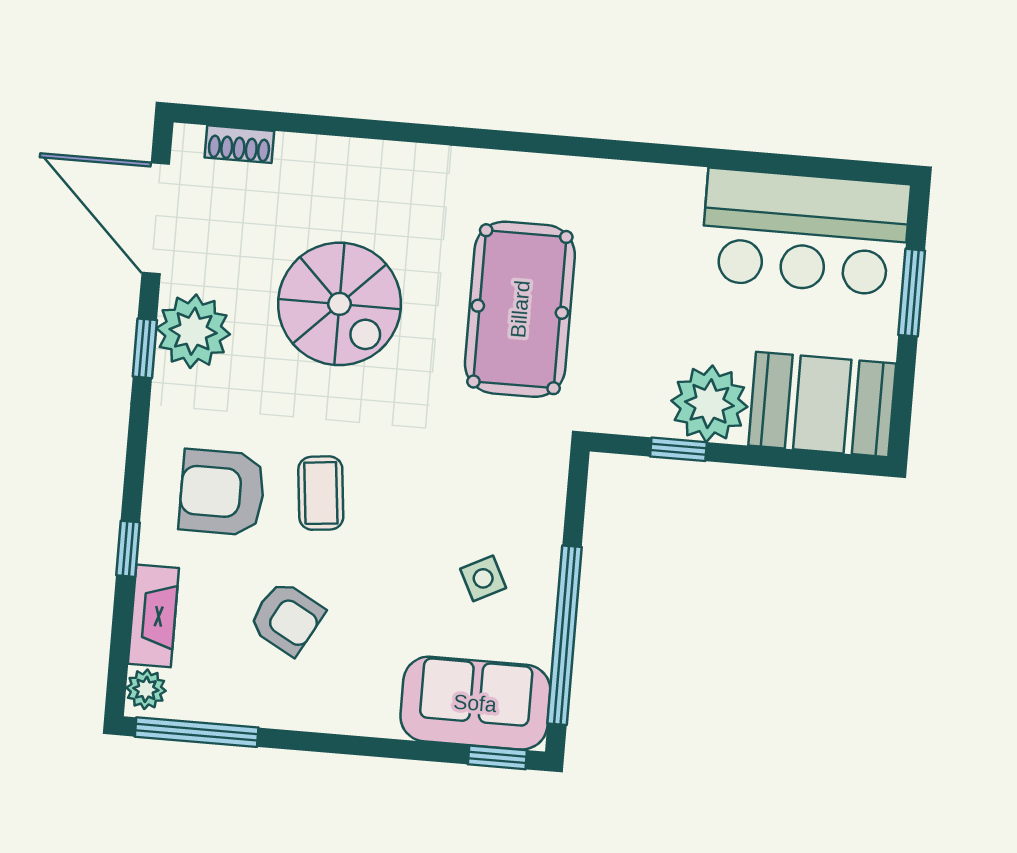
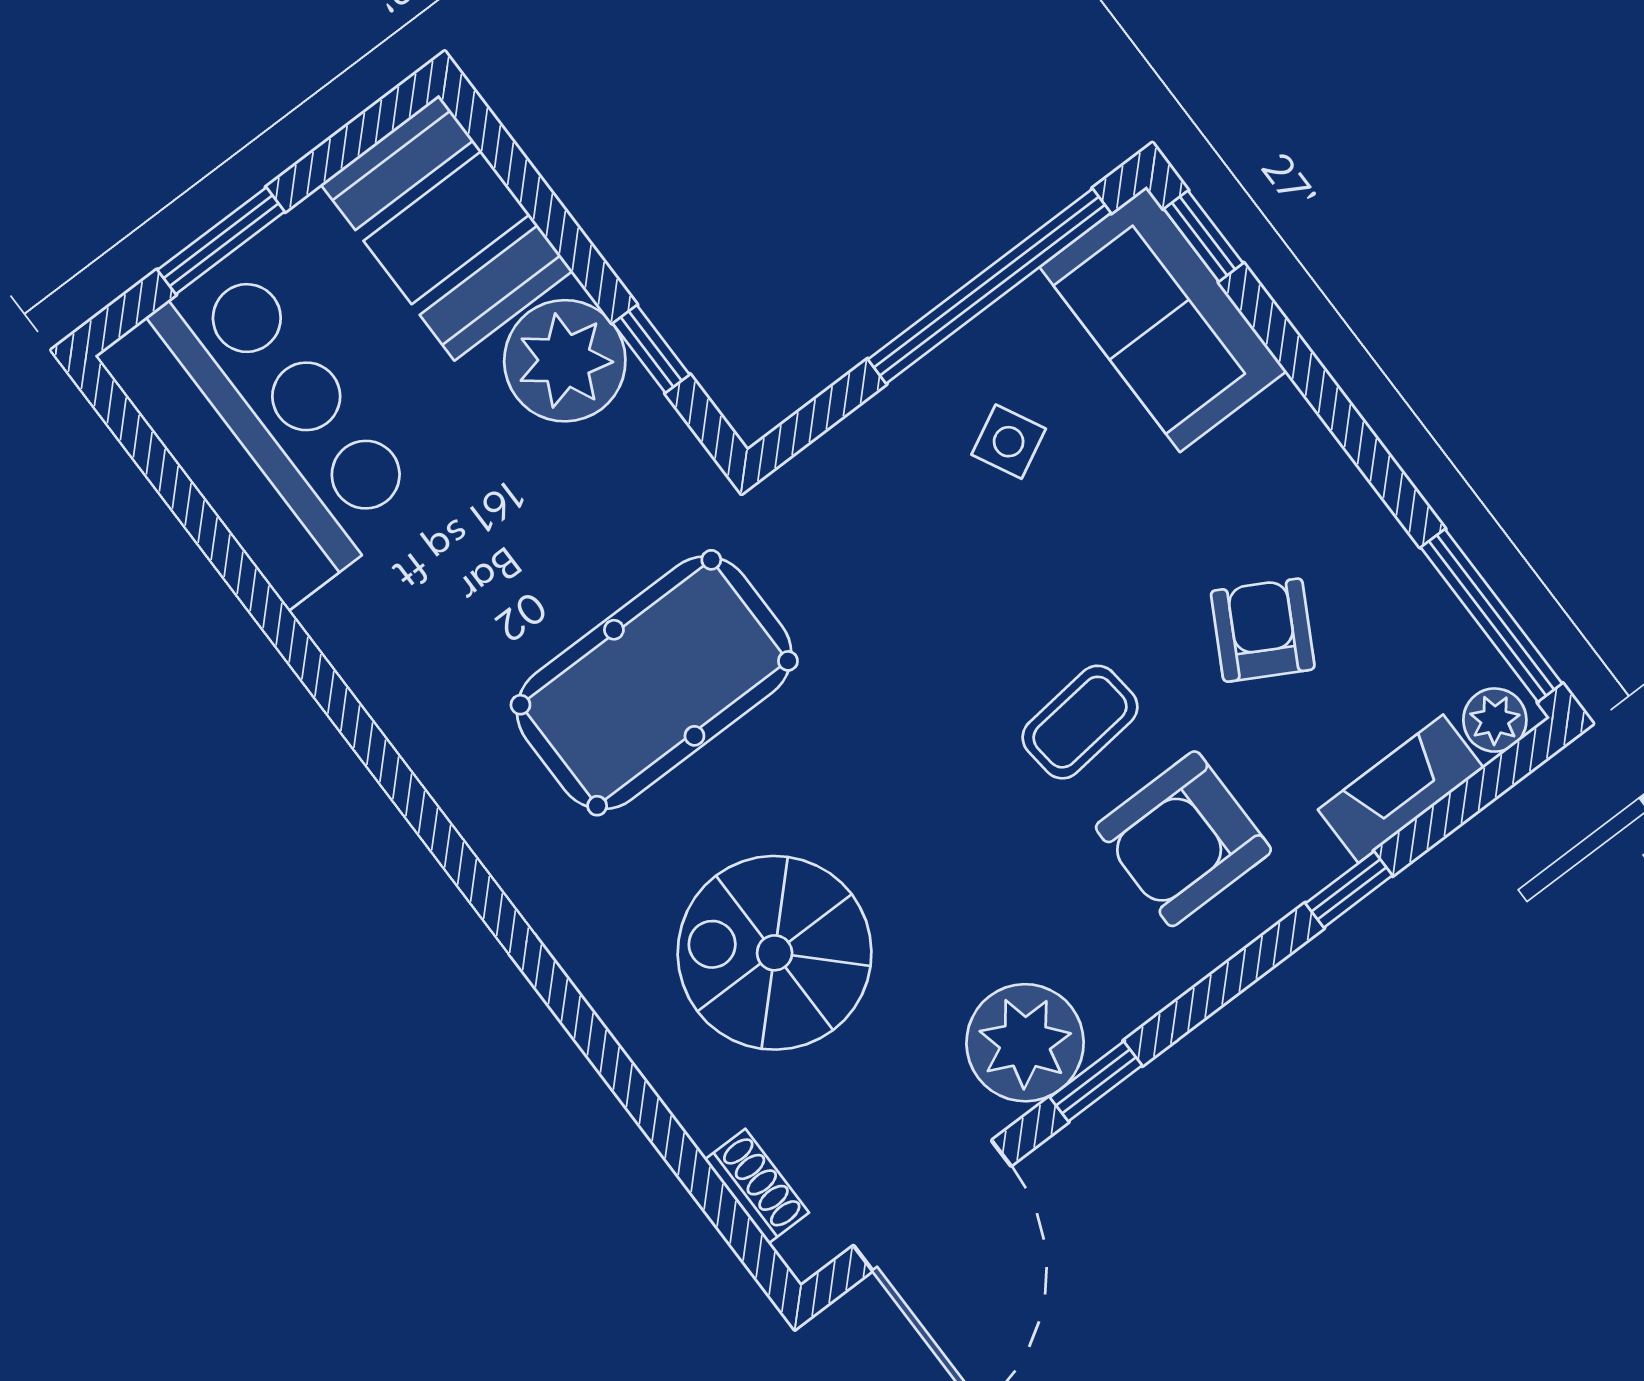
spiral stairs: (340, 304) -> (775, 953), moved, turned -90
armchair: (222, 492) -> (1183, 839), turned 90

